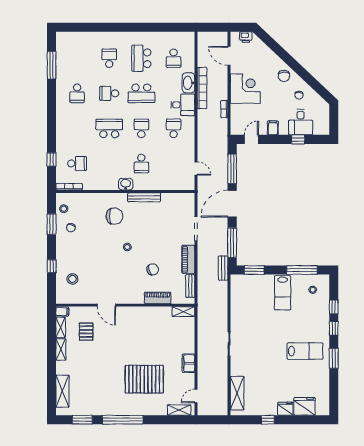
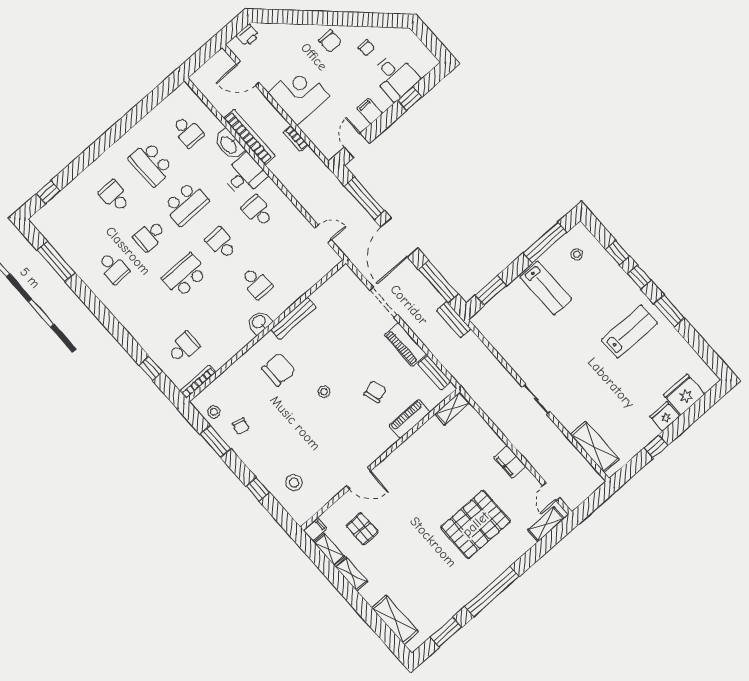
window: (78, 27) -> (48, 192), added

